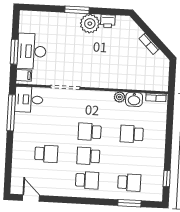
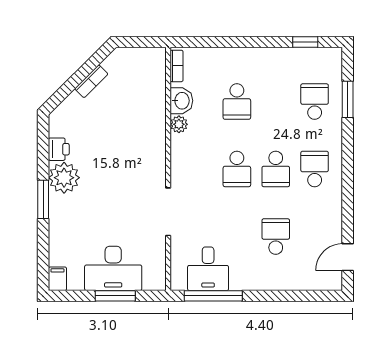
filing cabinet: (24, 75) -> (57, 279), moved
desk: (29, 100) -> (208, 269), moved

